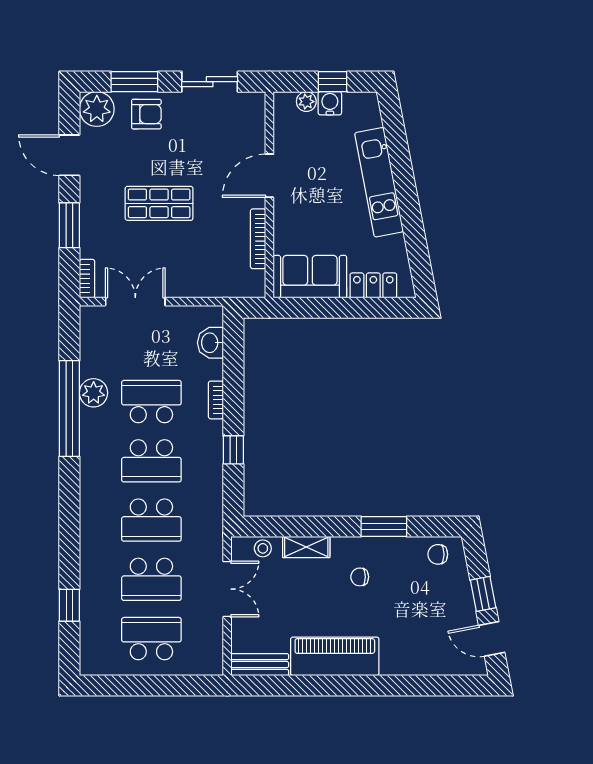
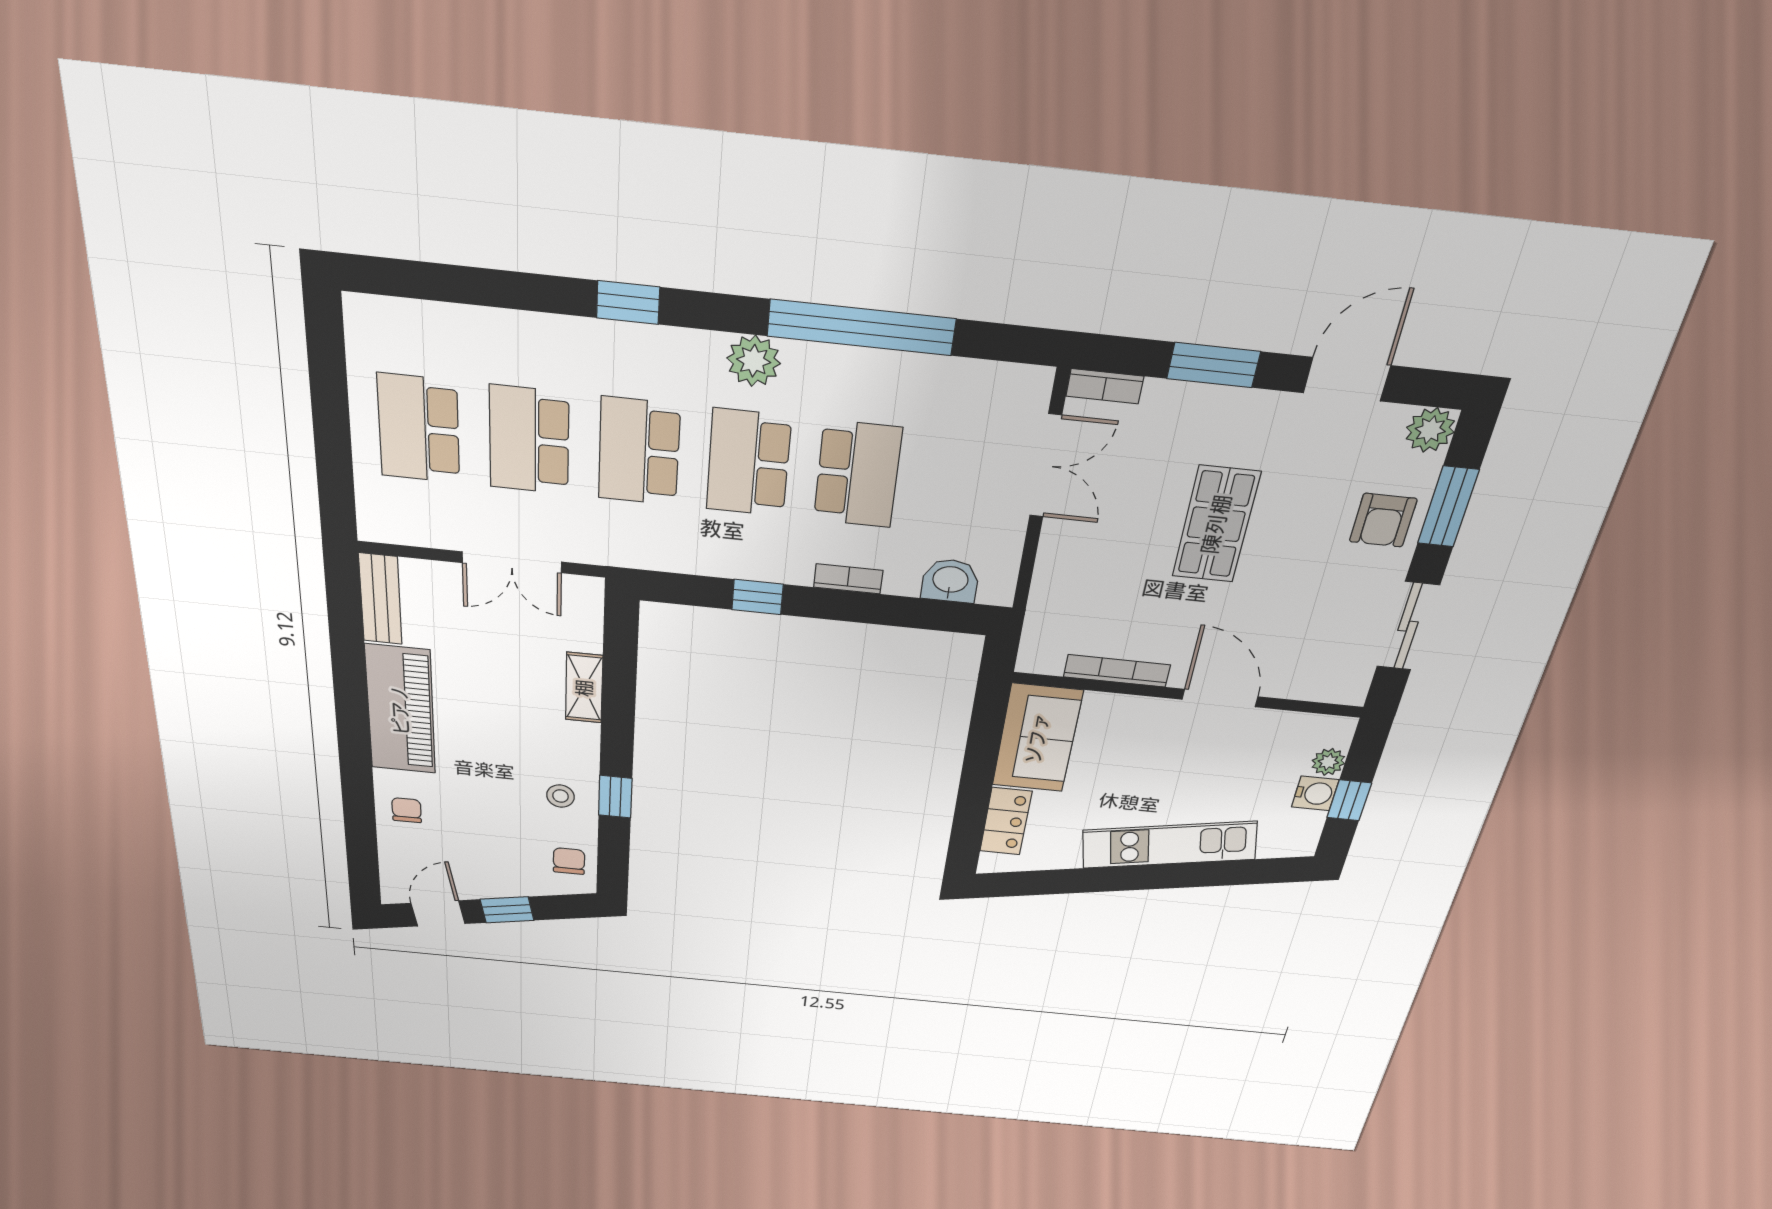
plant: (97, 109) -> (1430, 430), width x0.73, depth x0.73
plant: (94, 393) -> (754, 361), moved
window: (384, 526) -> (615, 797), width x0.67
stool: (263, 548) -> (561, 796), moved
chair: (360, 577) -> (407, 810), moved
window: (69, 605) -> (628, 303), moved
school desk: (151, 639) -> (419, 428), turned 180

